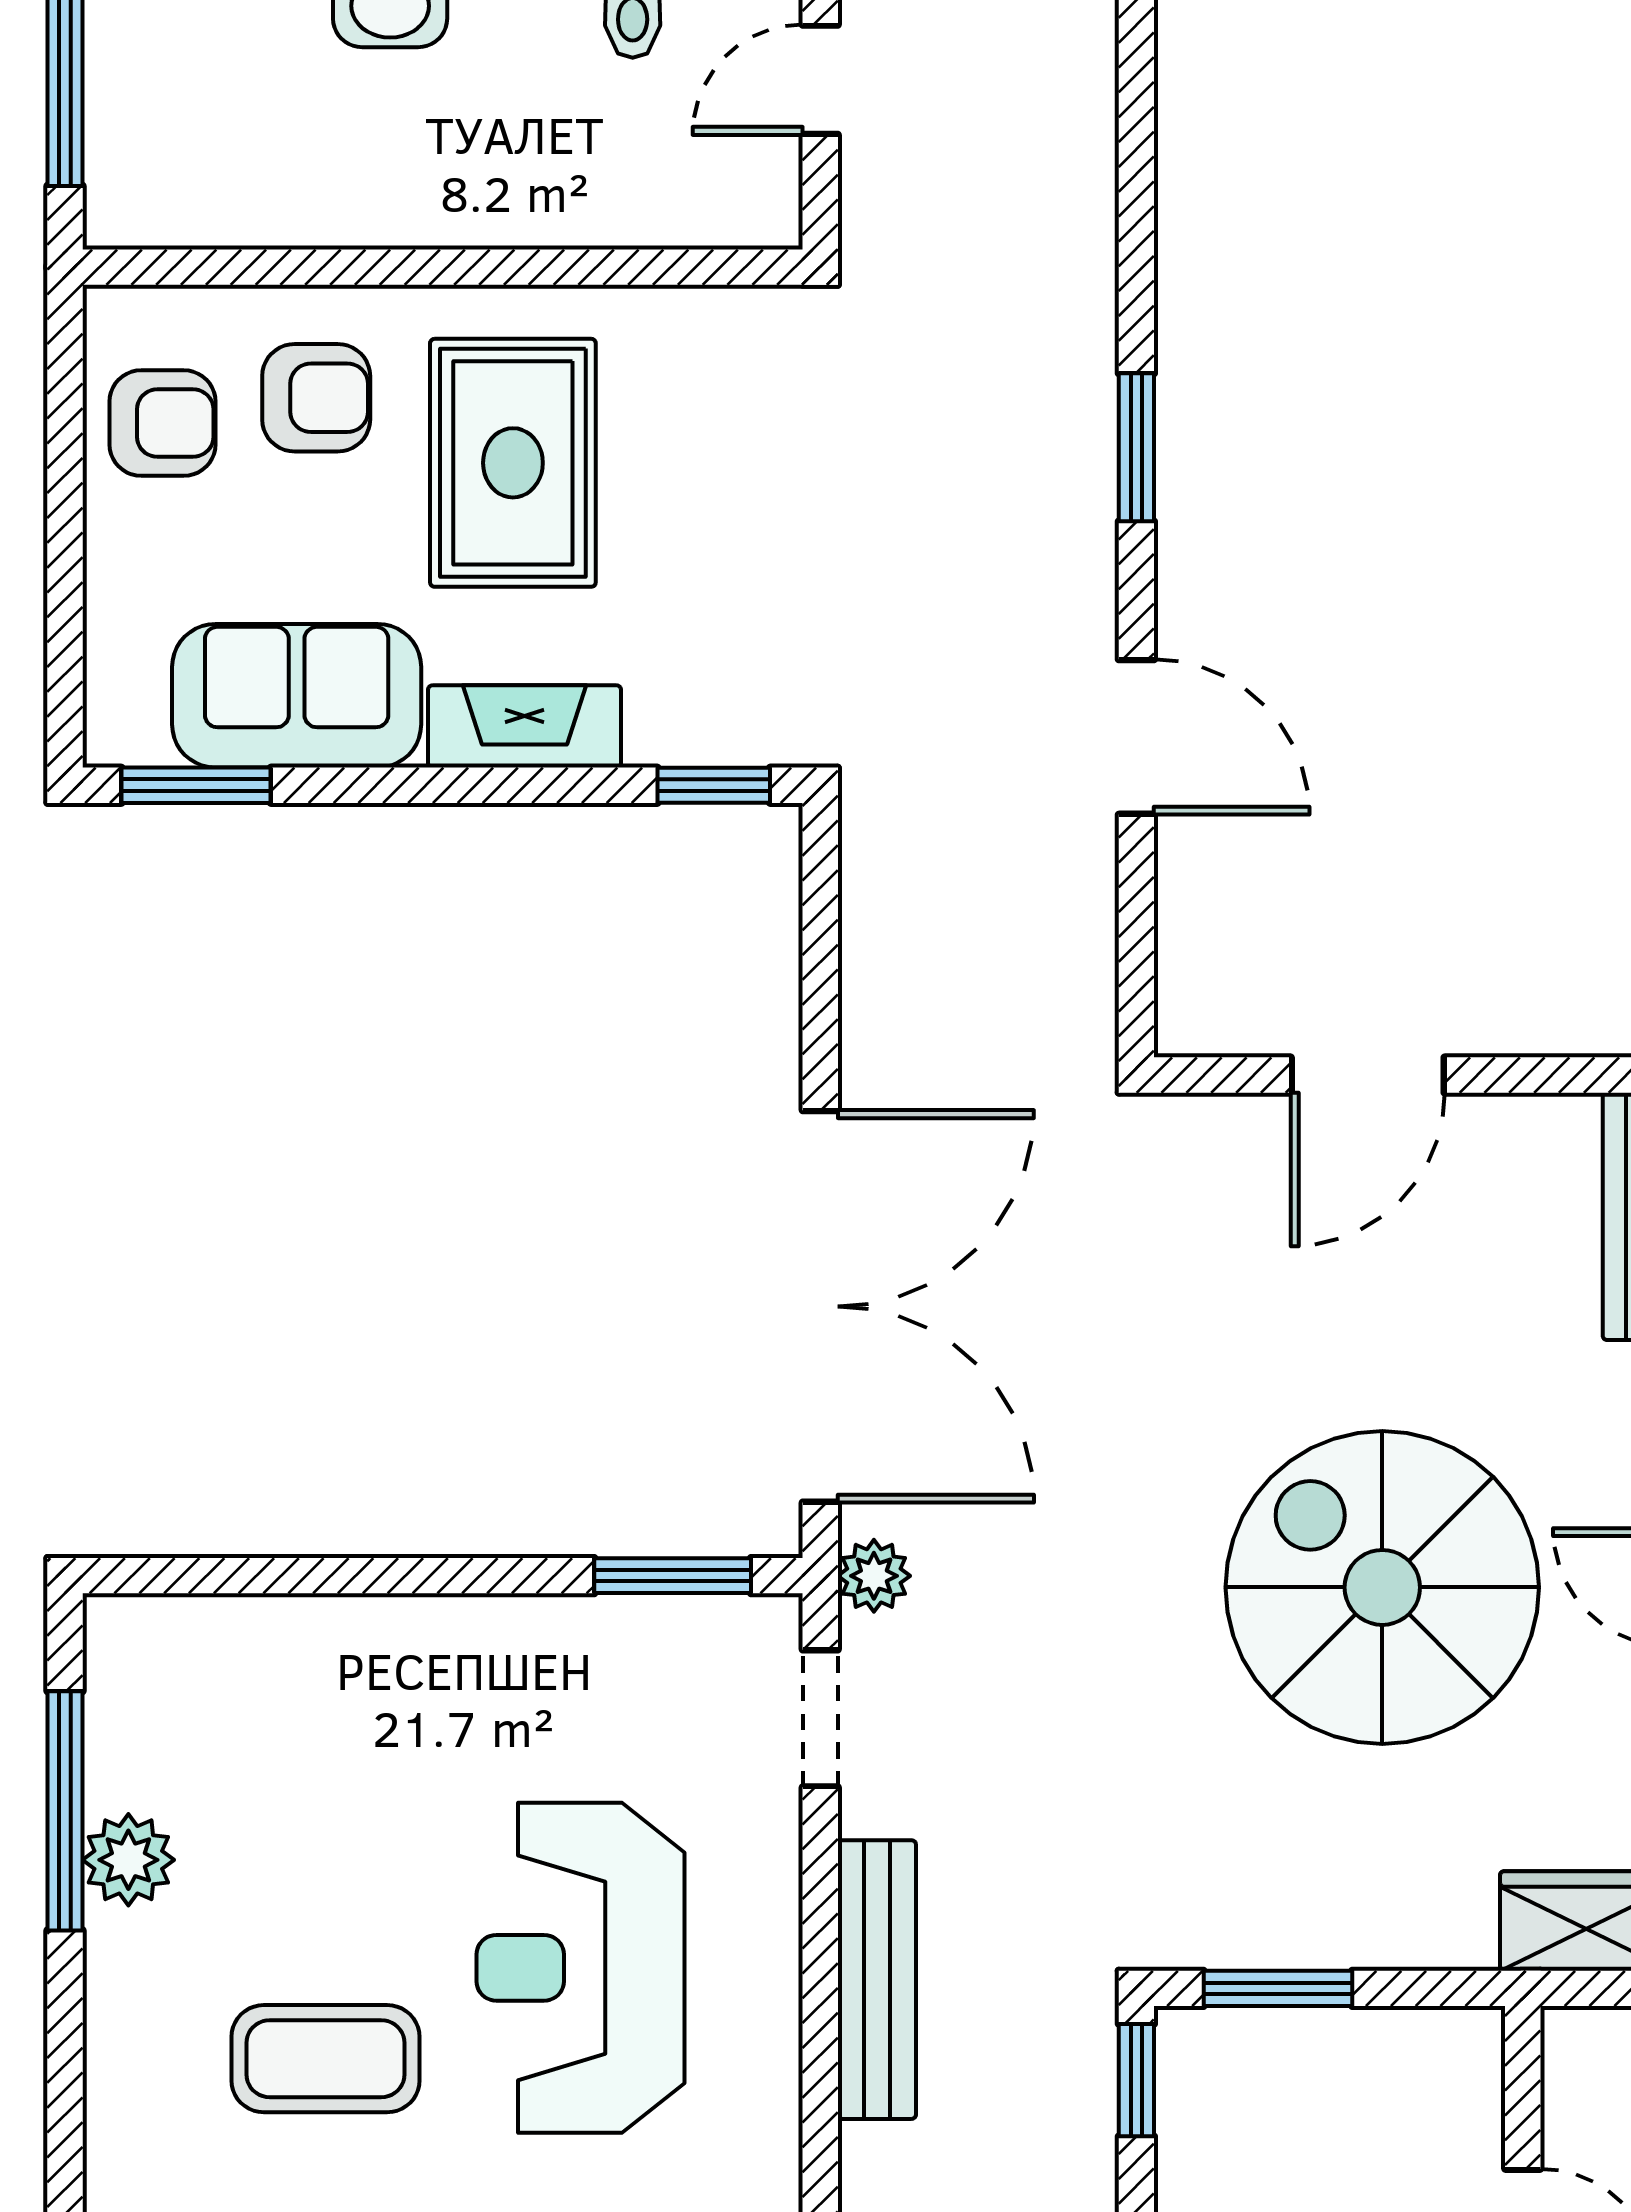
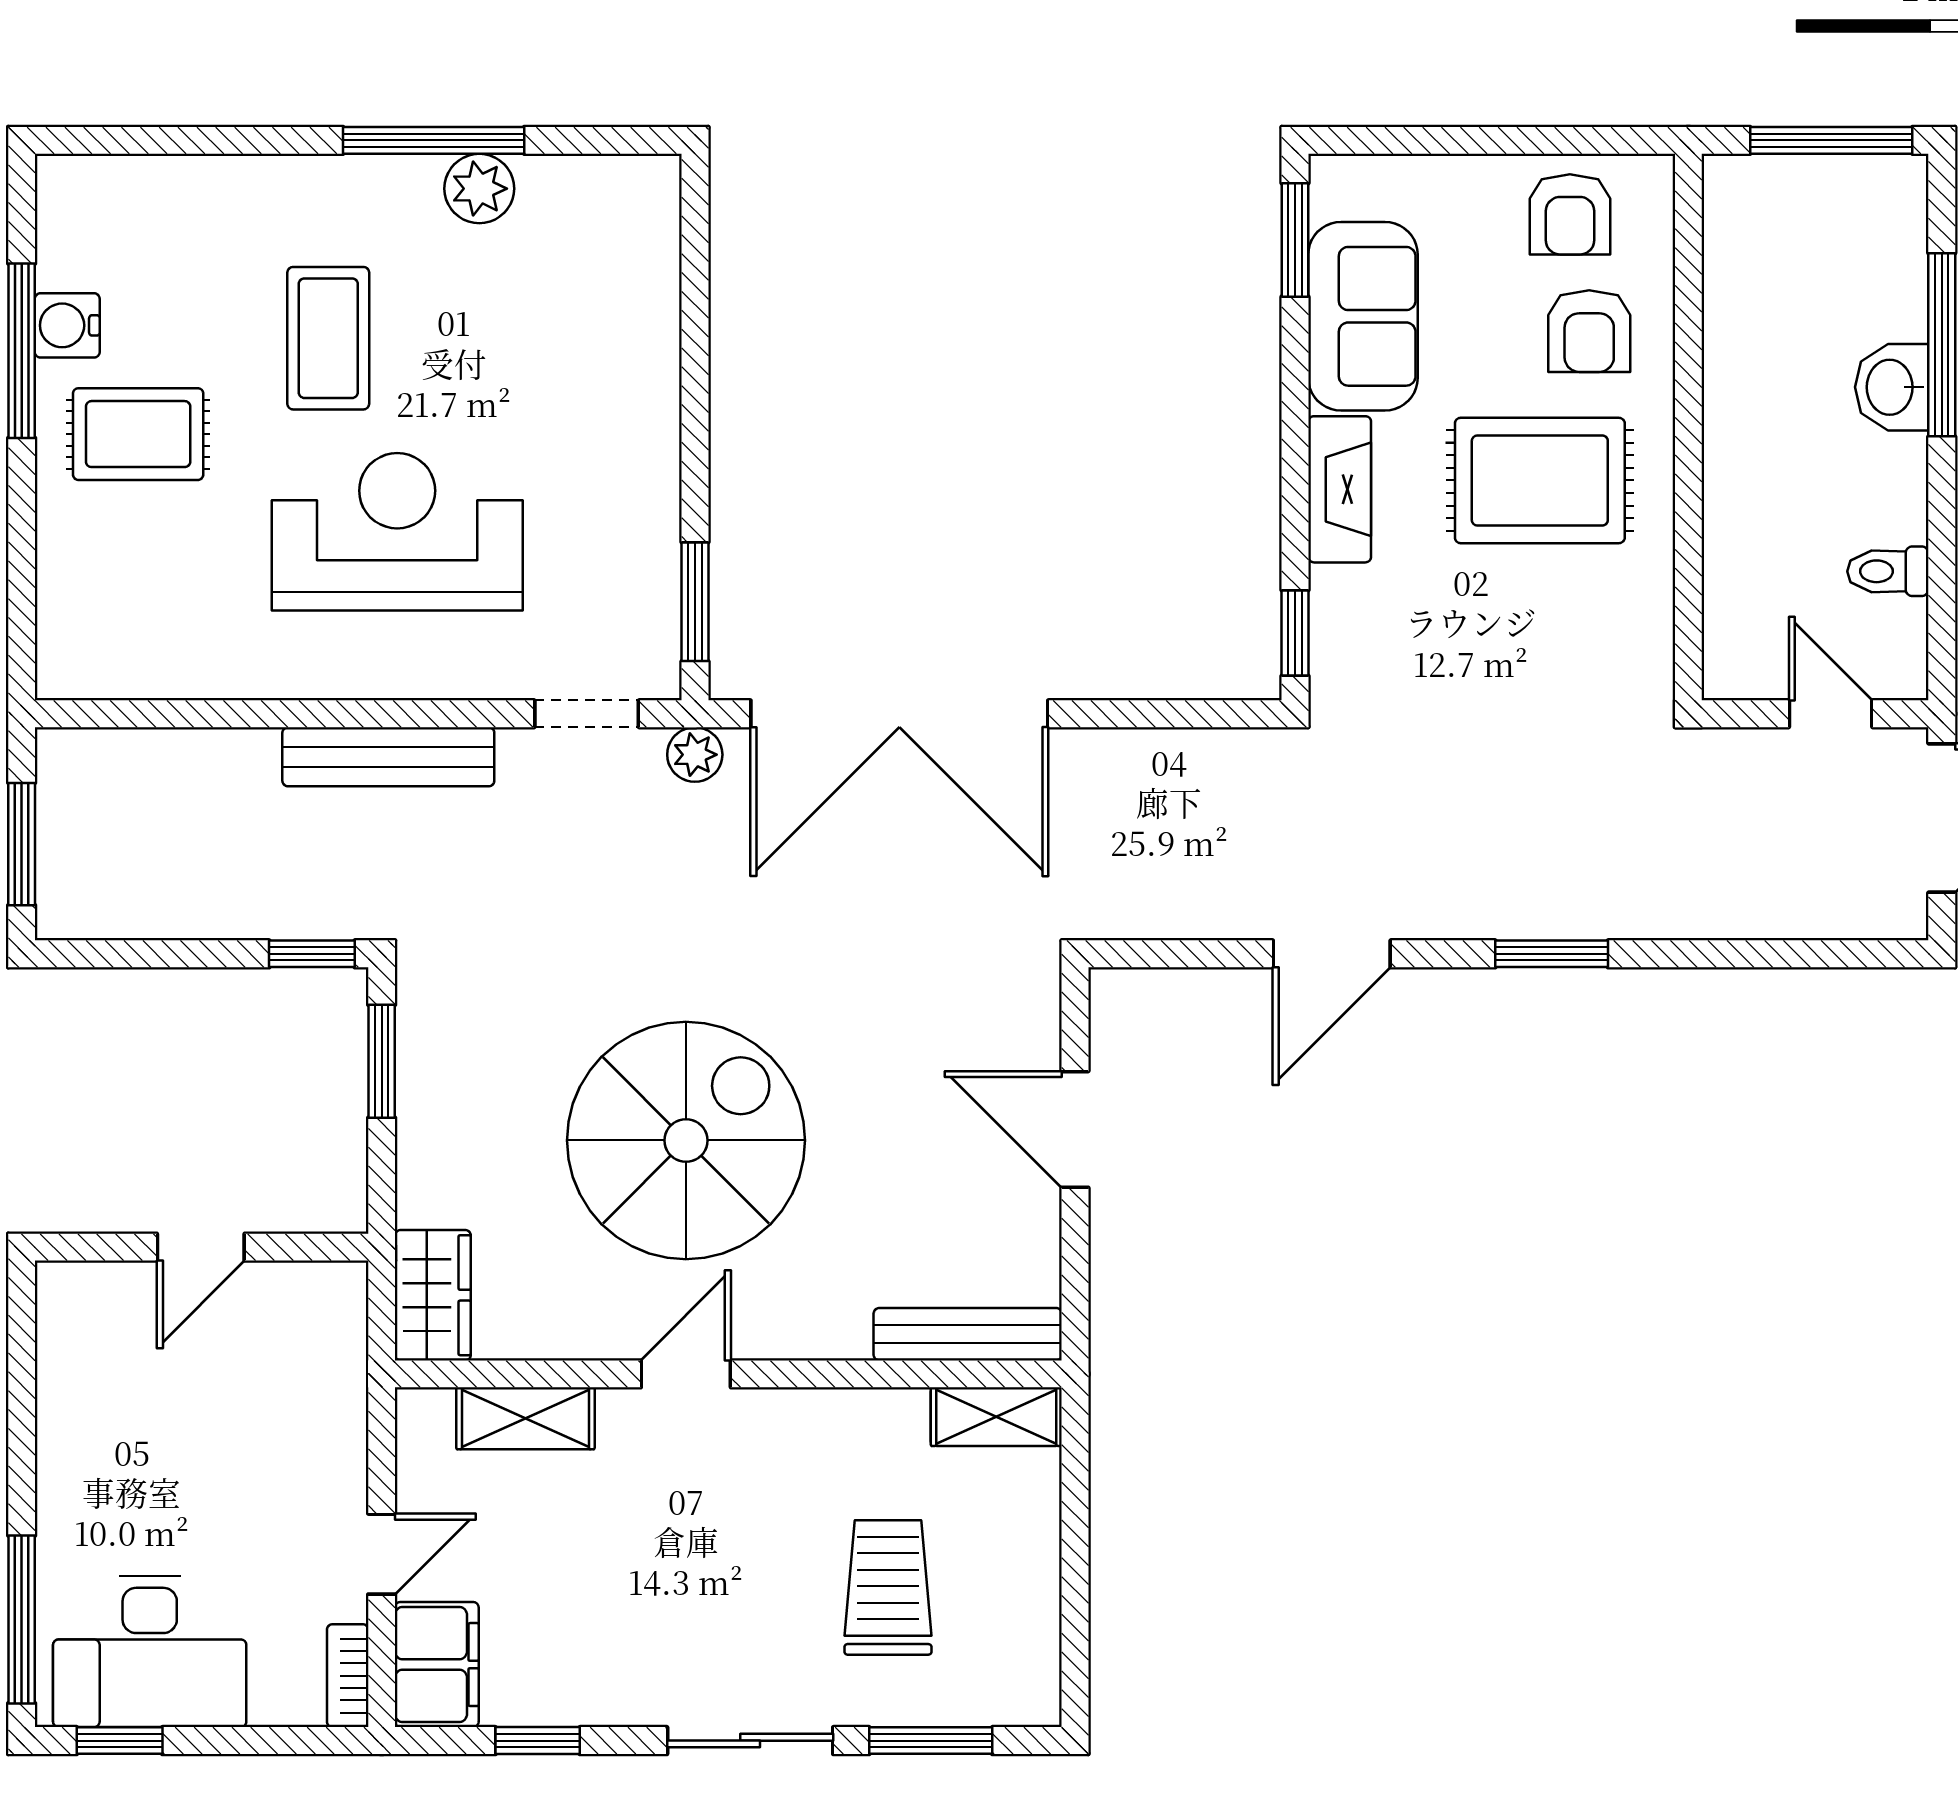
window: (65, 1811) -> (434, 140), moved

